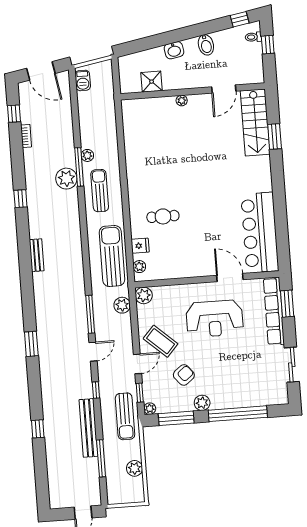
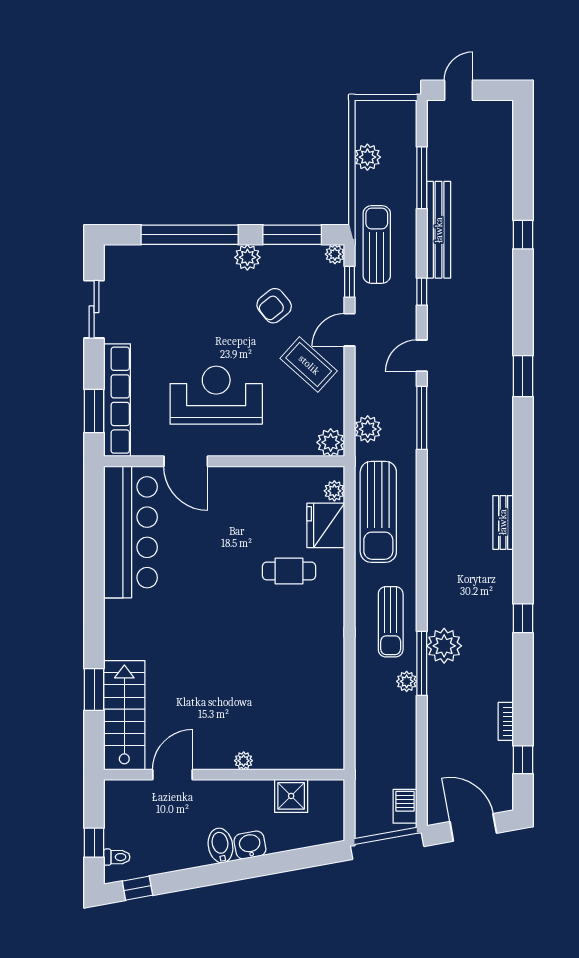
bidet: (206, 45) -> (220, 846), moved
fridge: (140, 246) -> (326, 525), width x1.88, depth x1.34

